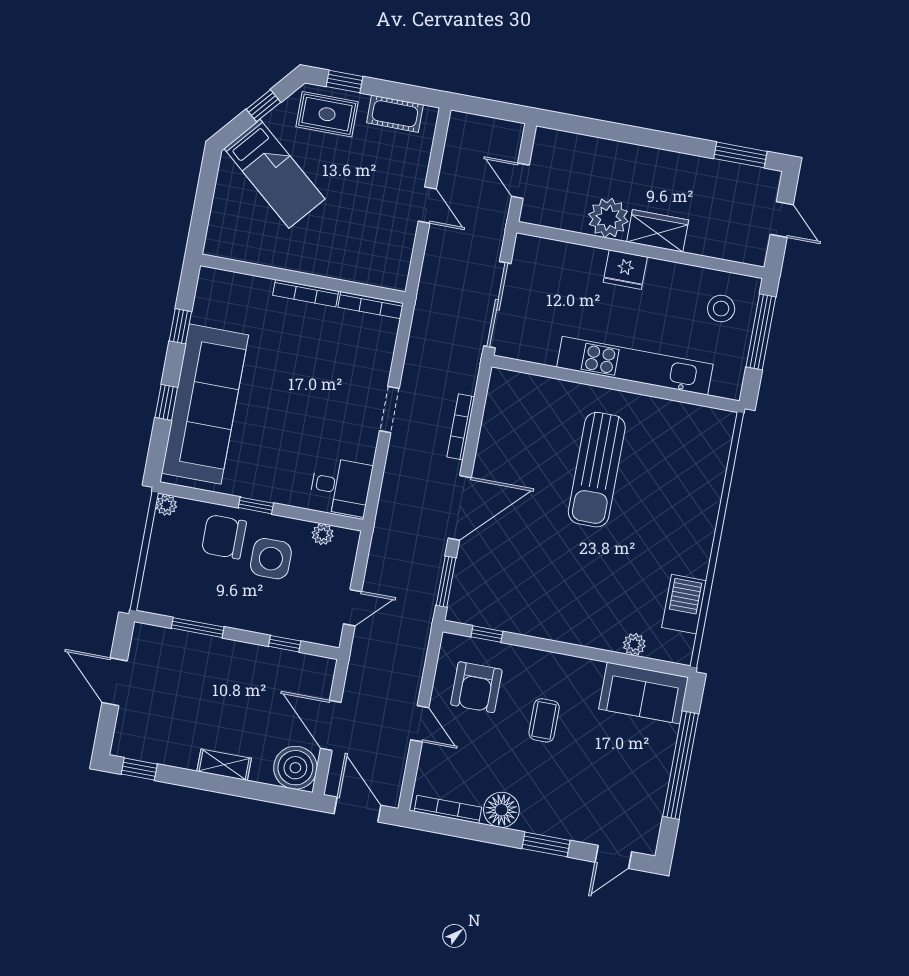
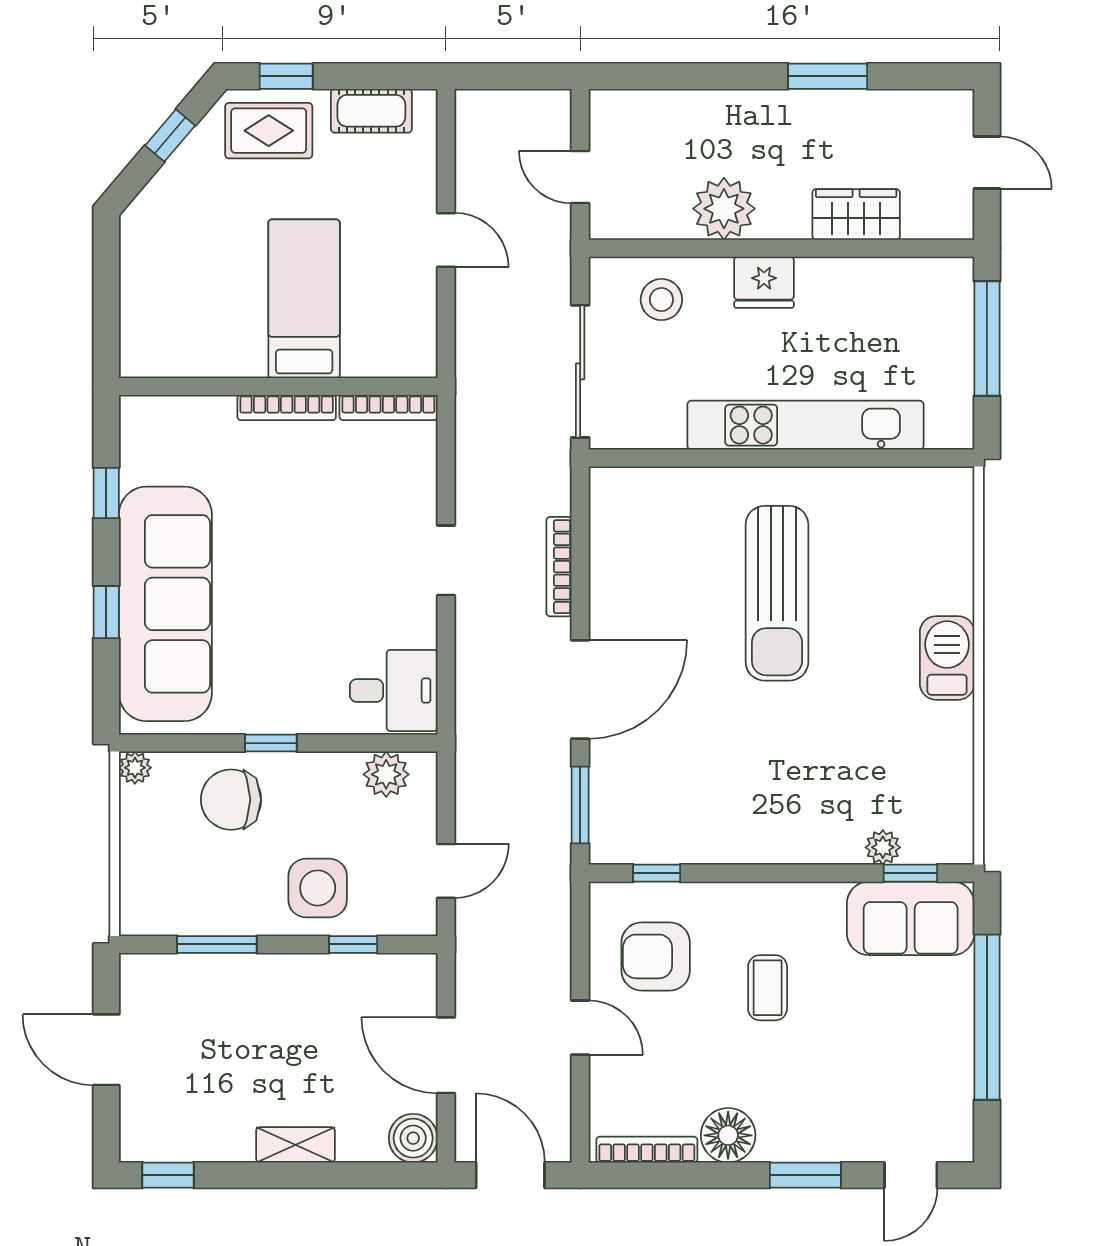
window: (740, 155) -> (828, 76), moved
bed: (275, 174) -> (304, 299), moved, turned -130
wardrobe: (658, 231) -> (856, 214), moved
stool: (721, 309) -> (661, 300), moved
plant: (323, 534) -> (386, 774), width x1.38, depth x1.38
side table: (271, 559) -> (318, 888), moved
barbecue: (684, 604) -> (947, 658), moved
window: (649, 664) -> (910, 873), added
armchair: (476, 687) -> (656, 956), turned 90
boiler: (295, 768) -> (413, 1138), width x0.73, depth x0.73

